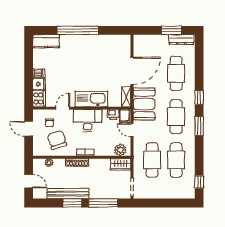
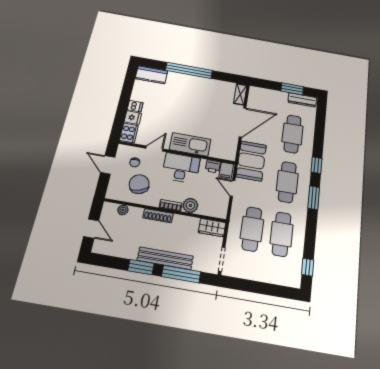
shelving: (126, 97) -> (240, 94), moved
plant: (120, 150) -> (190, 205), moved
bench: (68, 194) -> (165, 258), moved

